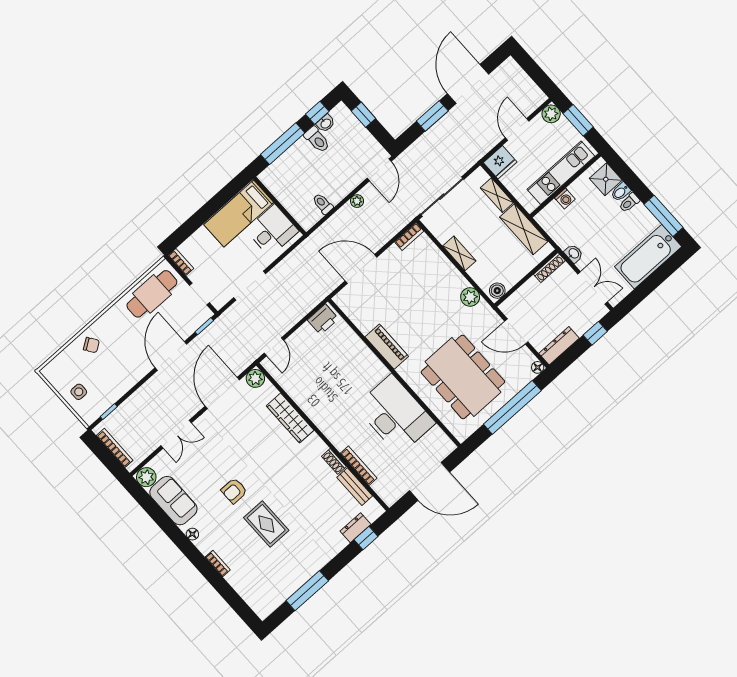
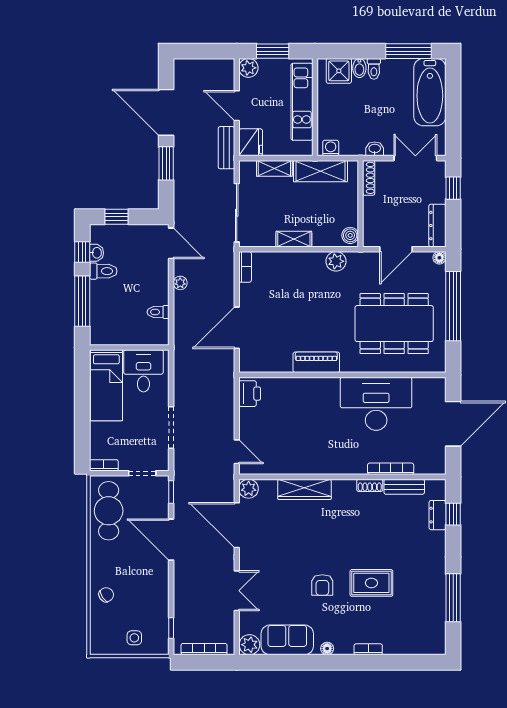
bench: (481, 149) -> (226, 148), added
washing machine: (565, 199) -> (331, 148), moved, turned -90

